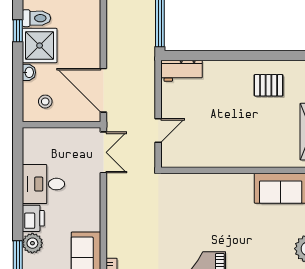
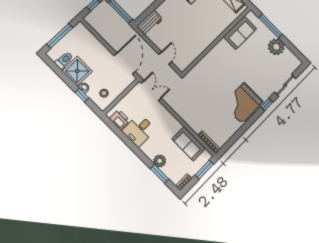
window: (18, 31) -> (82, 95), moved
door: (103, 90) -> (125, 64), swing flipped
printer: (33, 218) -> (120, 120), moved

